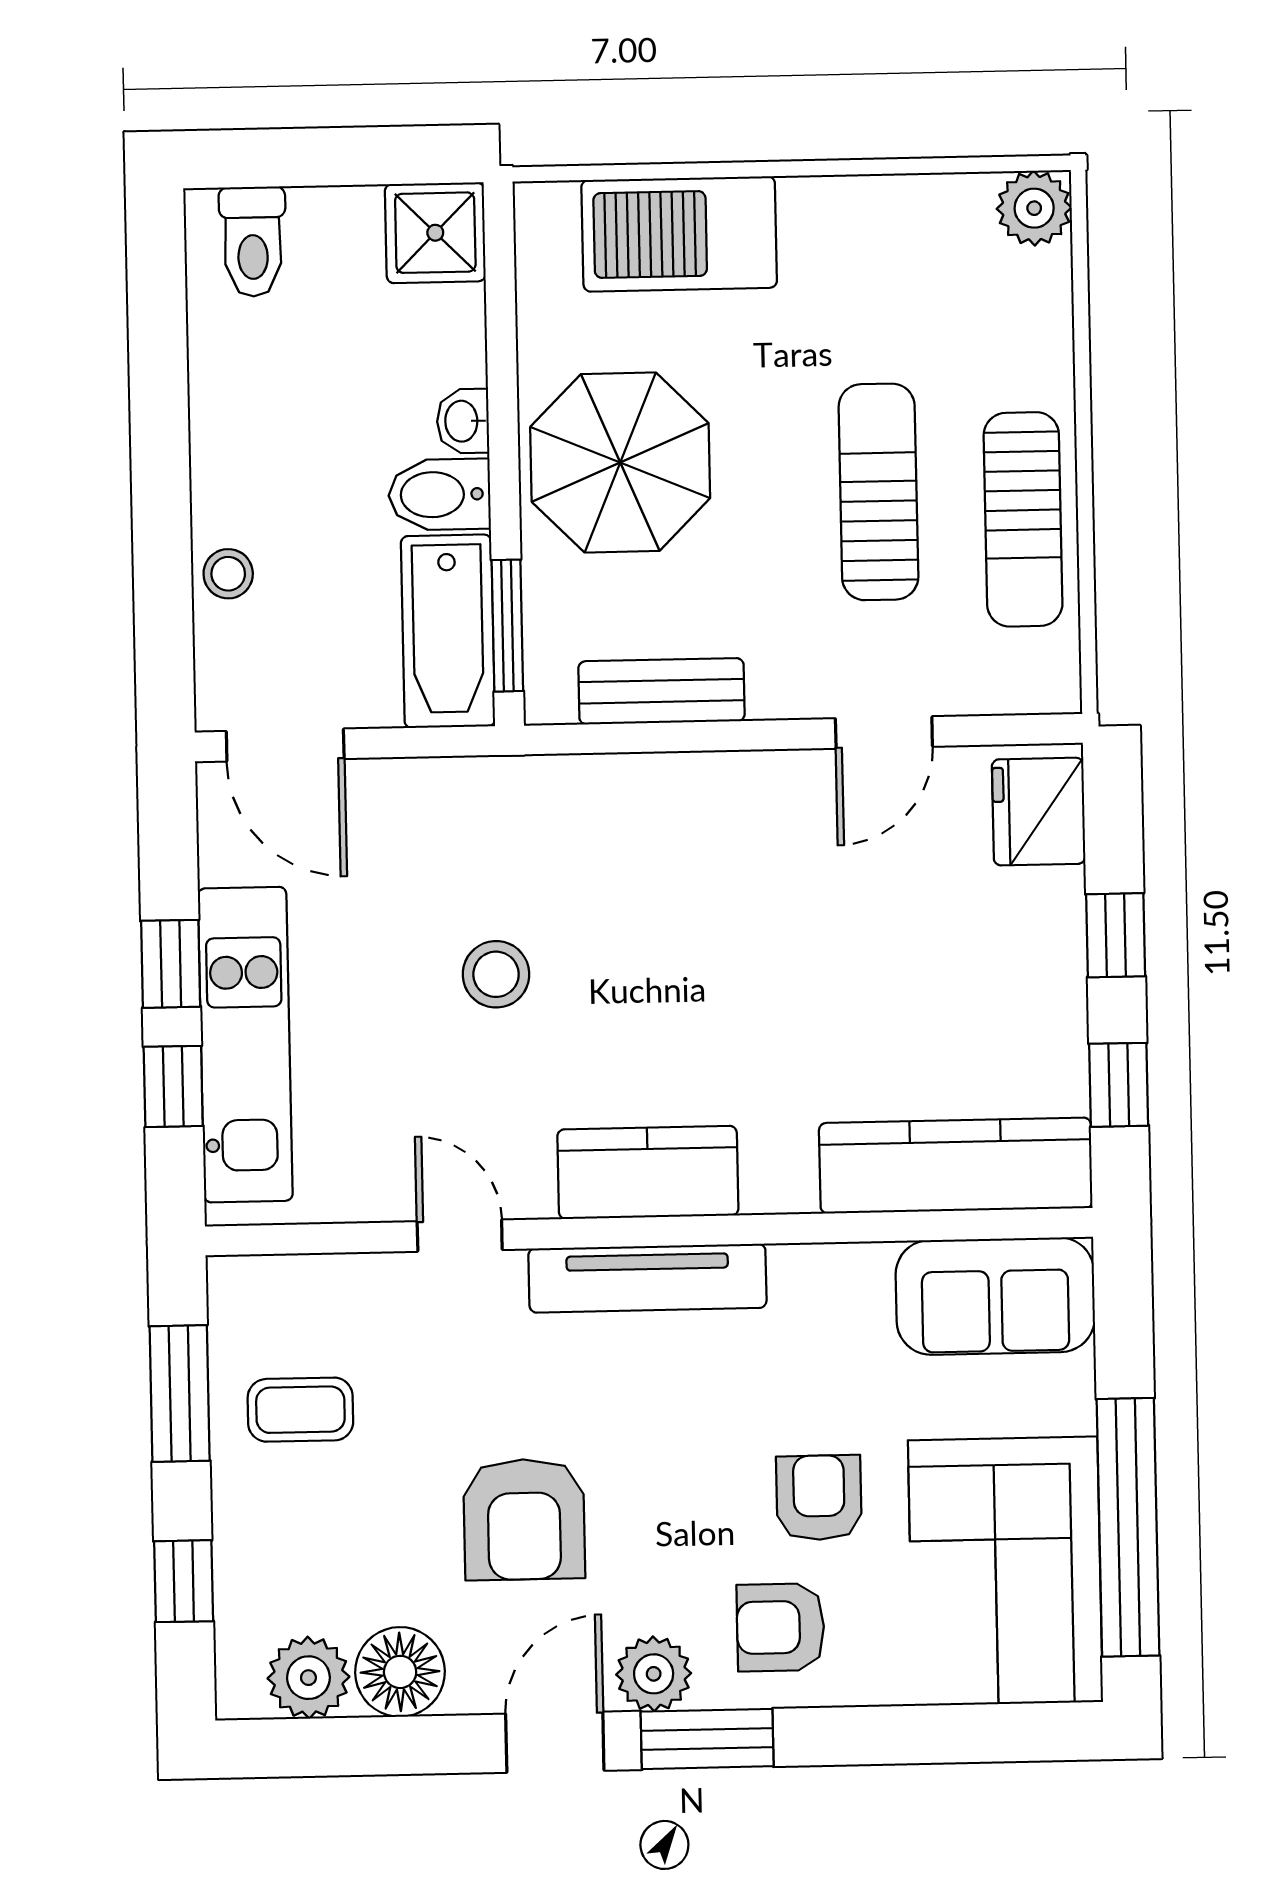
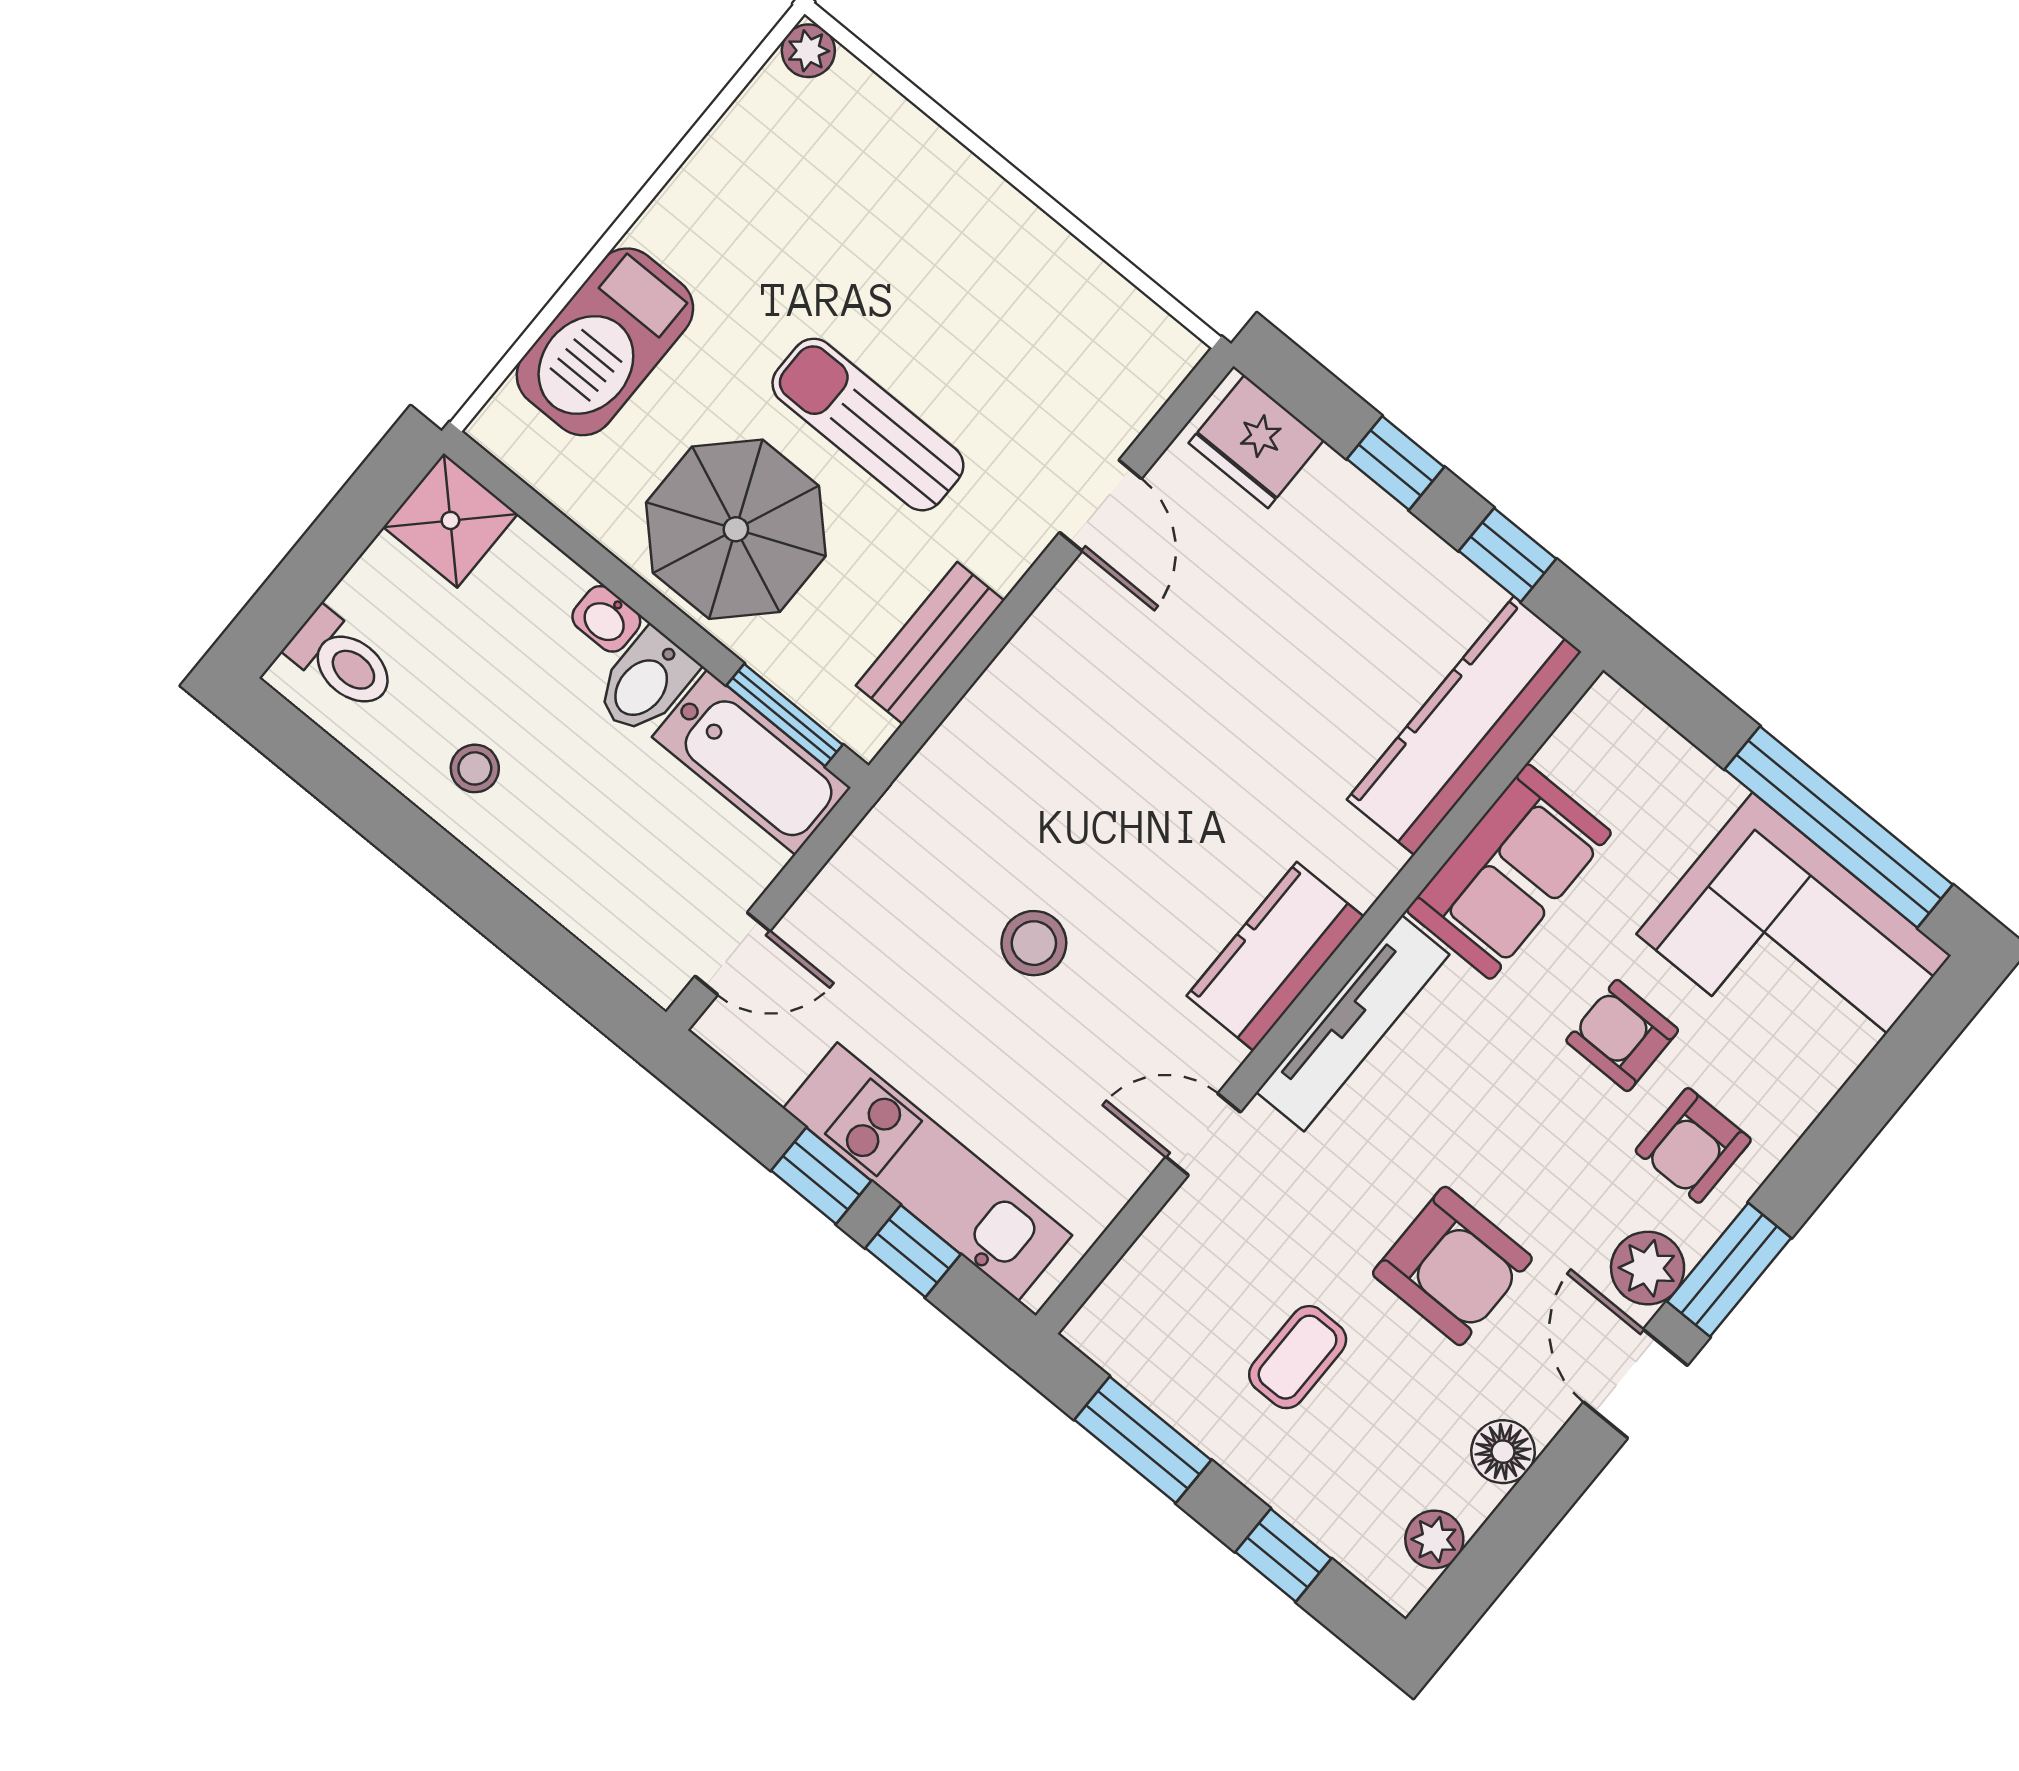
plant: (1034, 208) -> (808, 51), width x0.73, depth x0.73
sun lounger: (878, 492) -> (868, 425), moved
sun lounger: (1023, 519) -> (1032, 269), removed
stool: (228, 574) -> (475, 768), moved
door: (285, 745) -> (732, 954), width x0.73
sofa: (995, 1296) -> (1509, 872), moved
coffee table: (300, 1410) -> (1298, 1357), moved
floor lamp: (400, 1672) -> (1503, 1452), width x0.73, depth x0.73
plant: (308, 1678) -> (1434, 1539), width x0.73, depth x0.73

